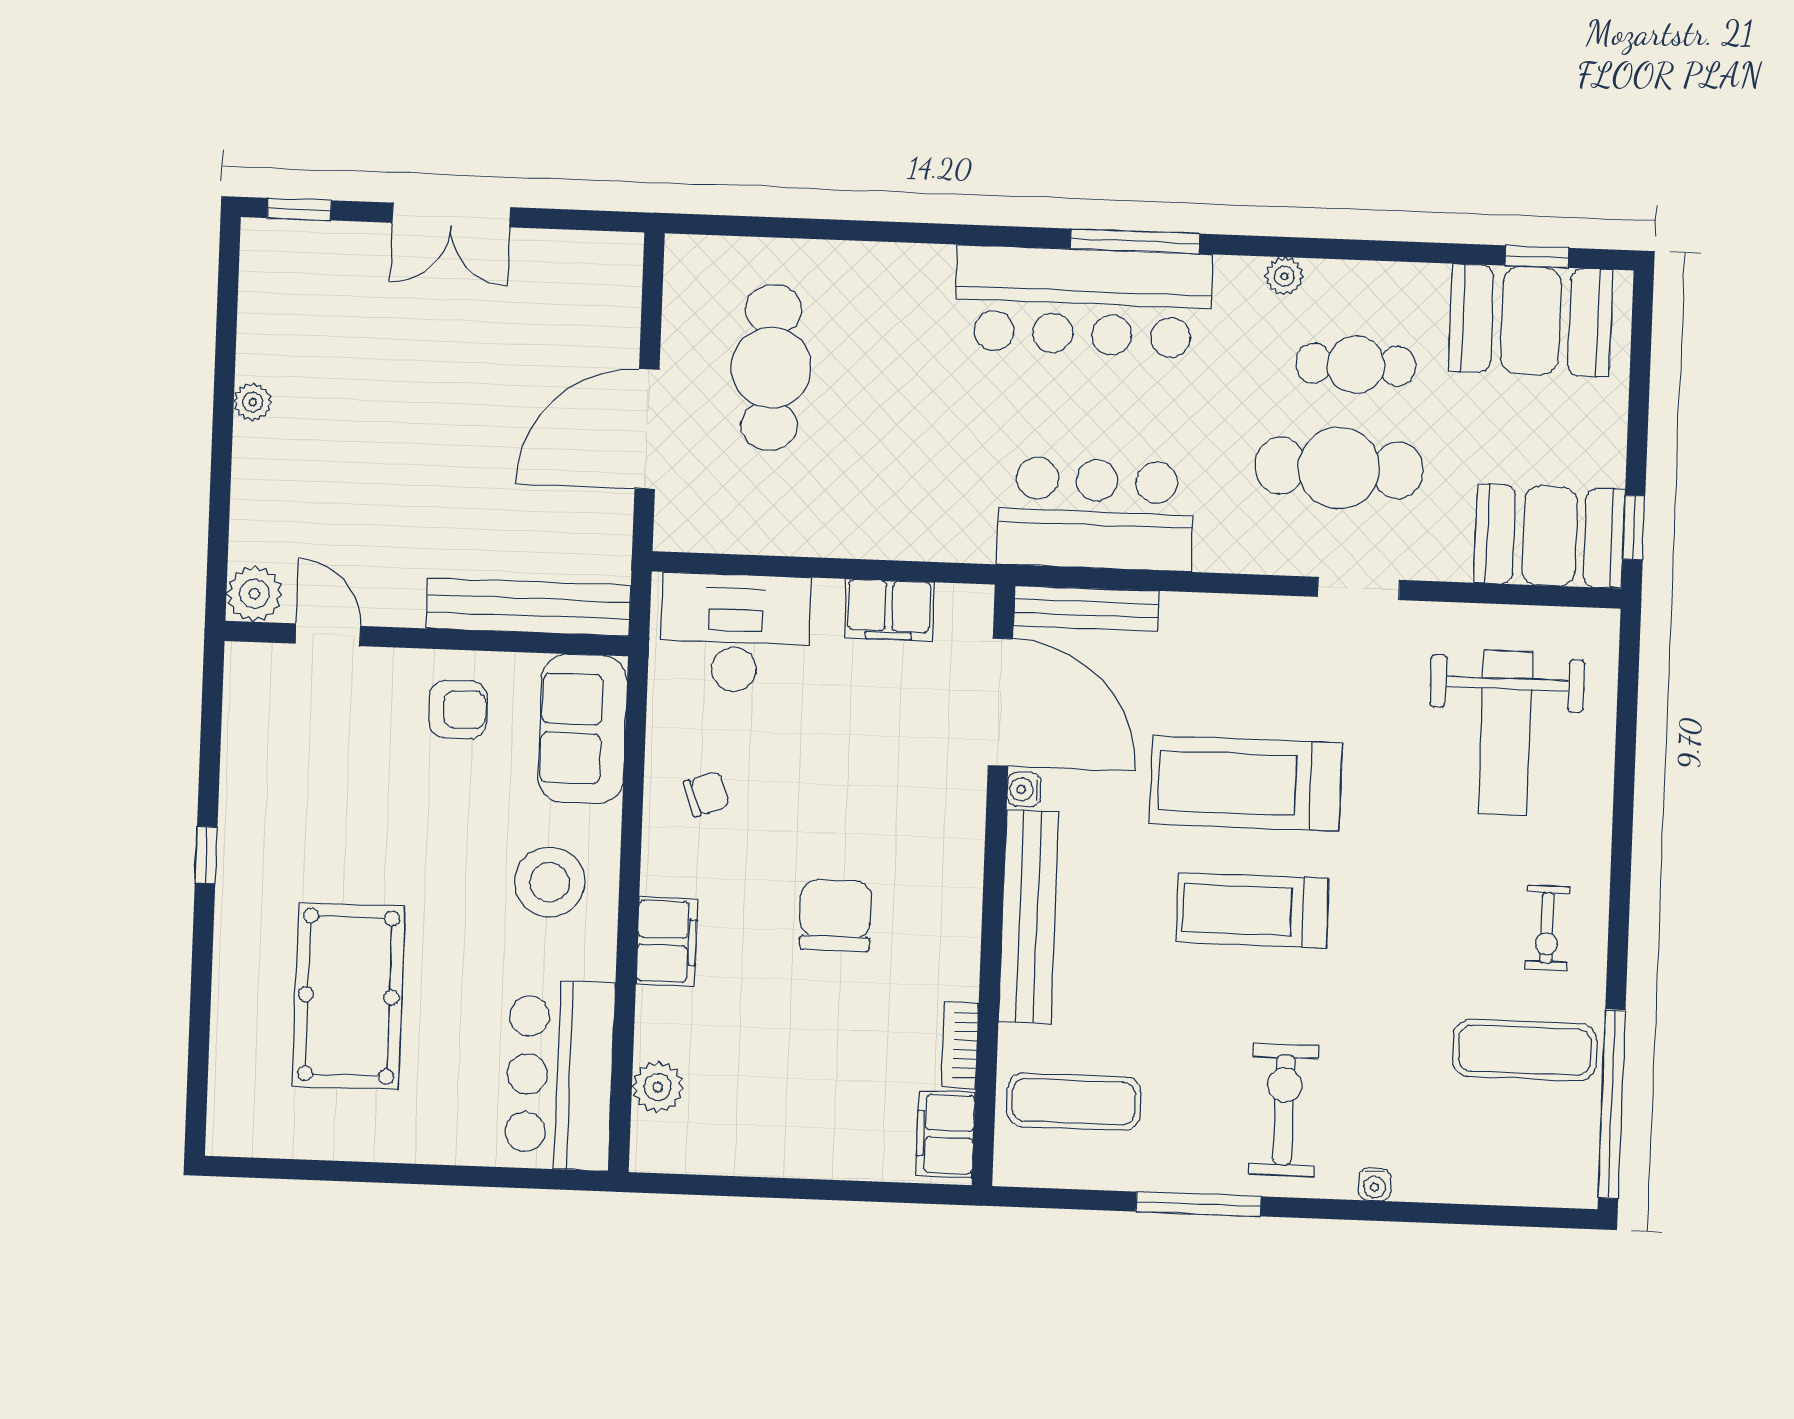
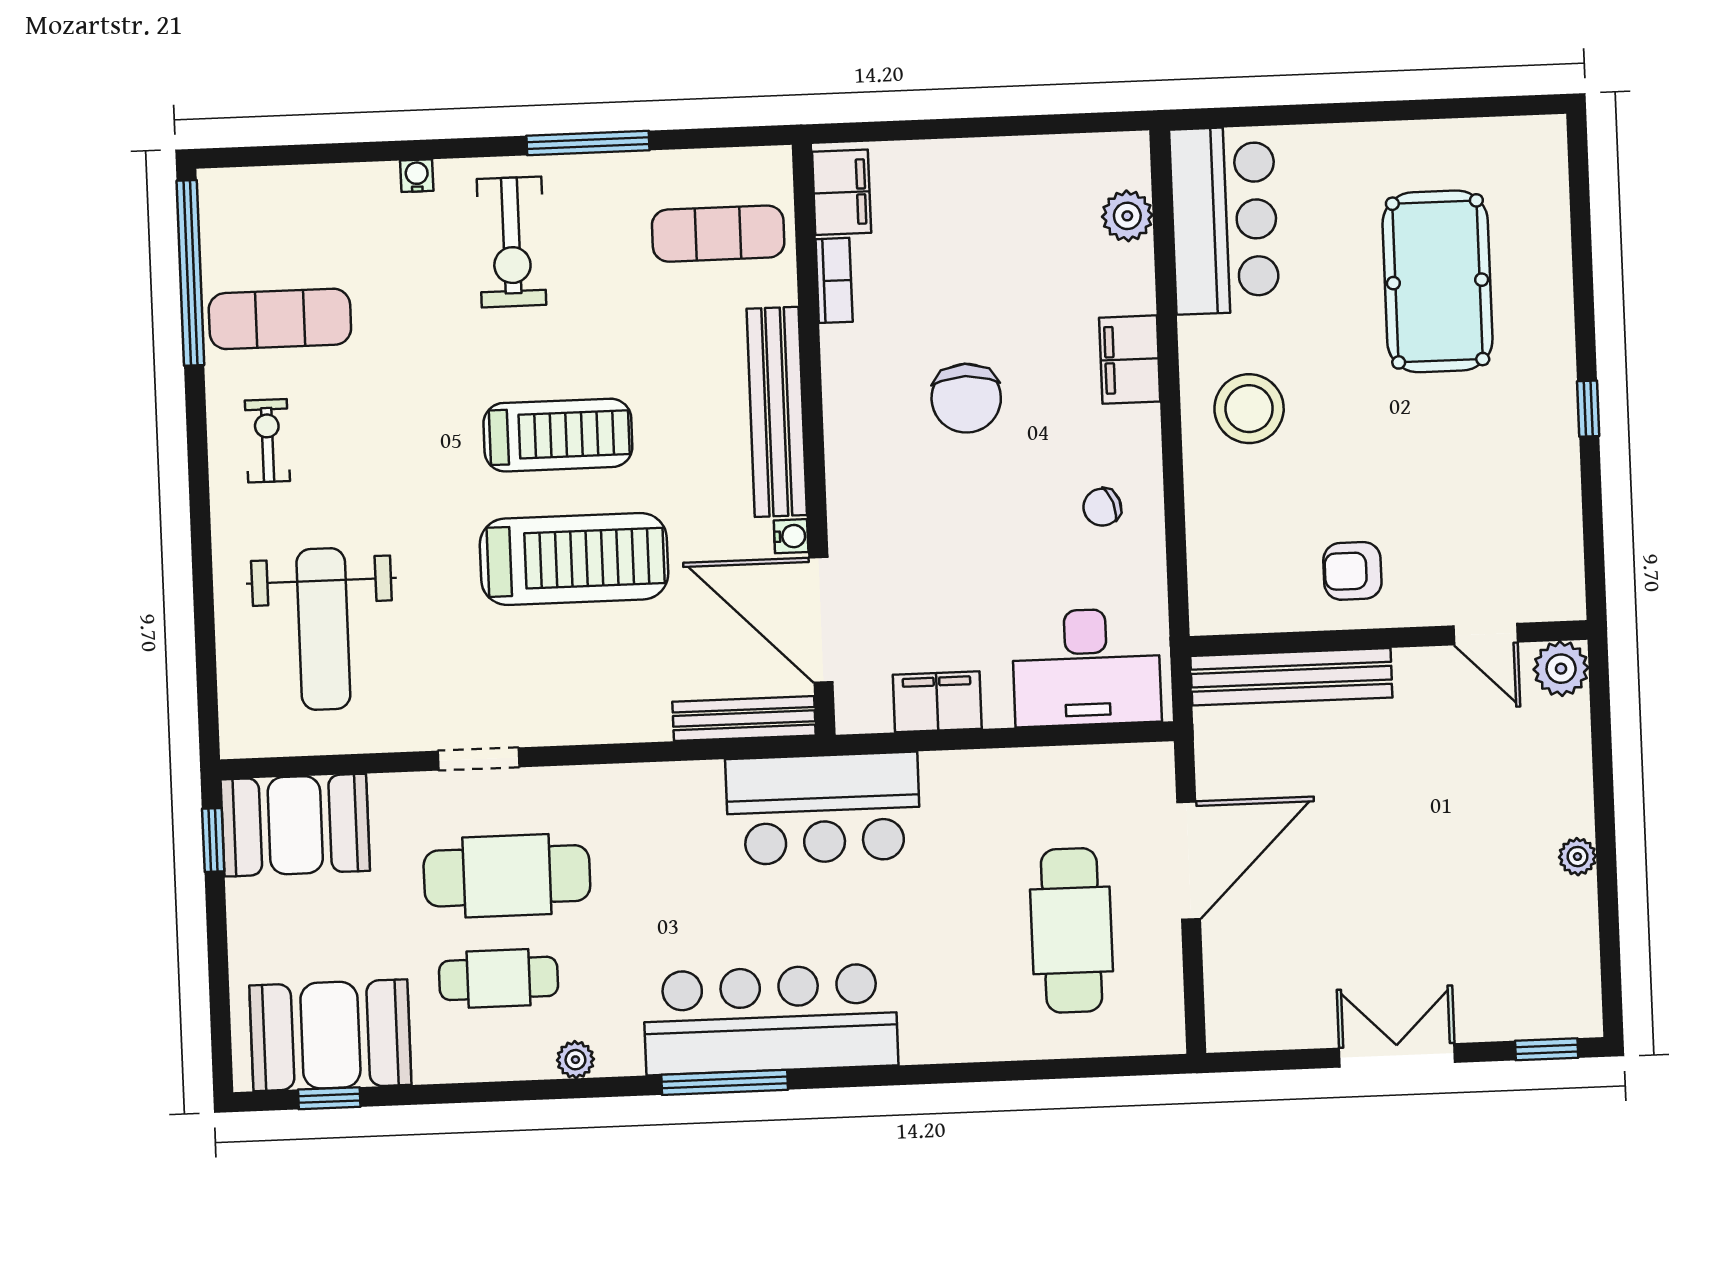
bar counter: (1096, 514) -> (823, 809), moved
sofa: (582, 729) -> (1229, 561), removed
weight bench: (1505, 733) -> (323, 629), turned 180

